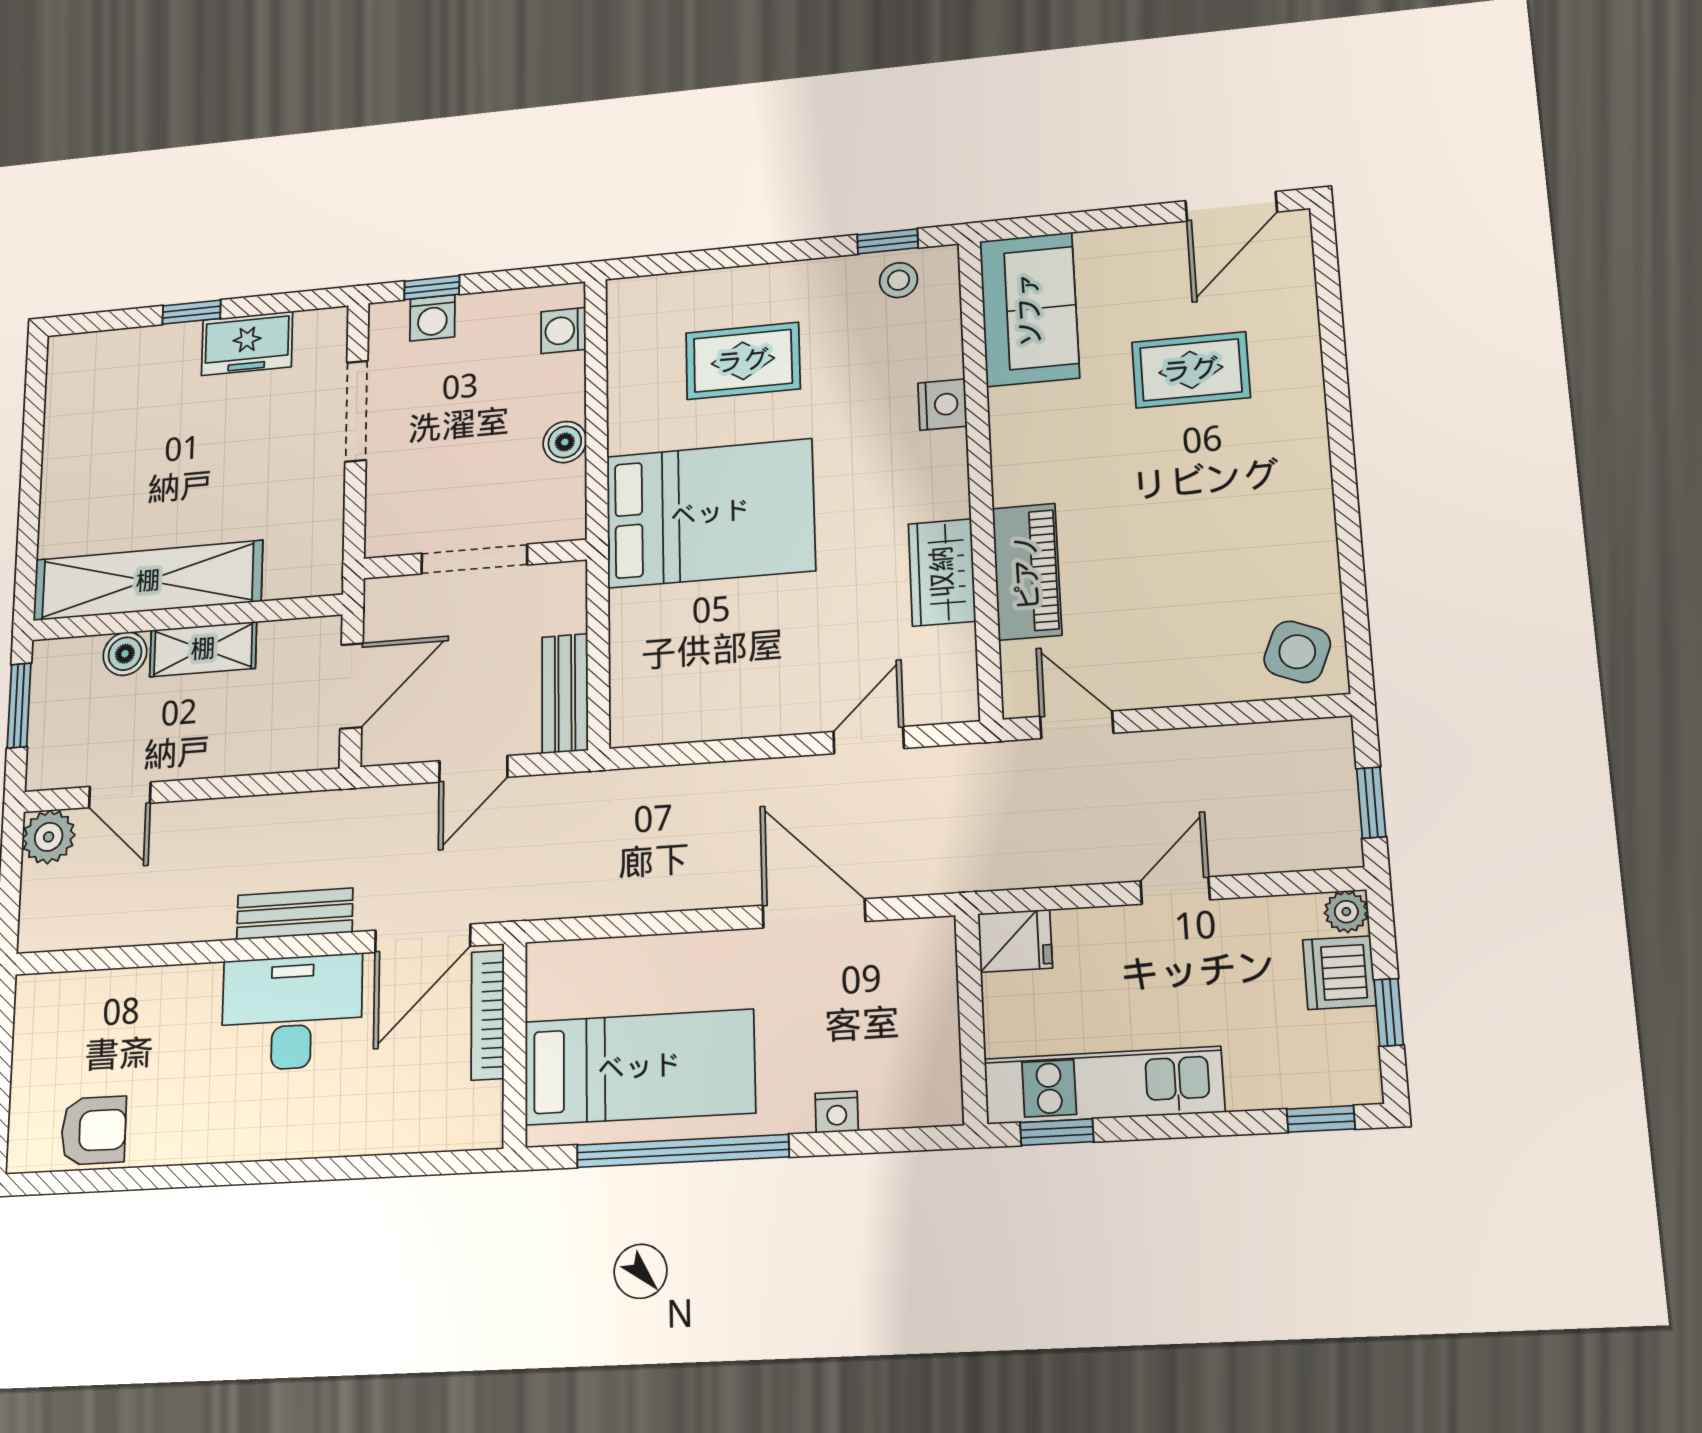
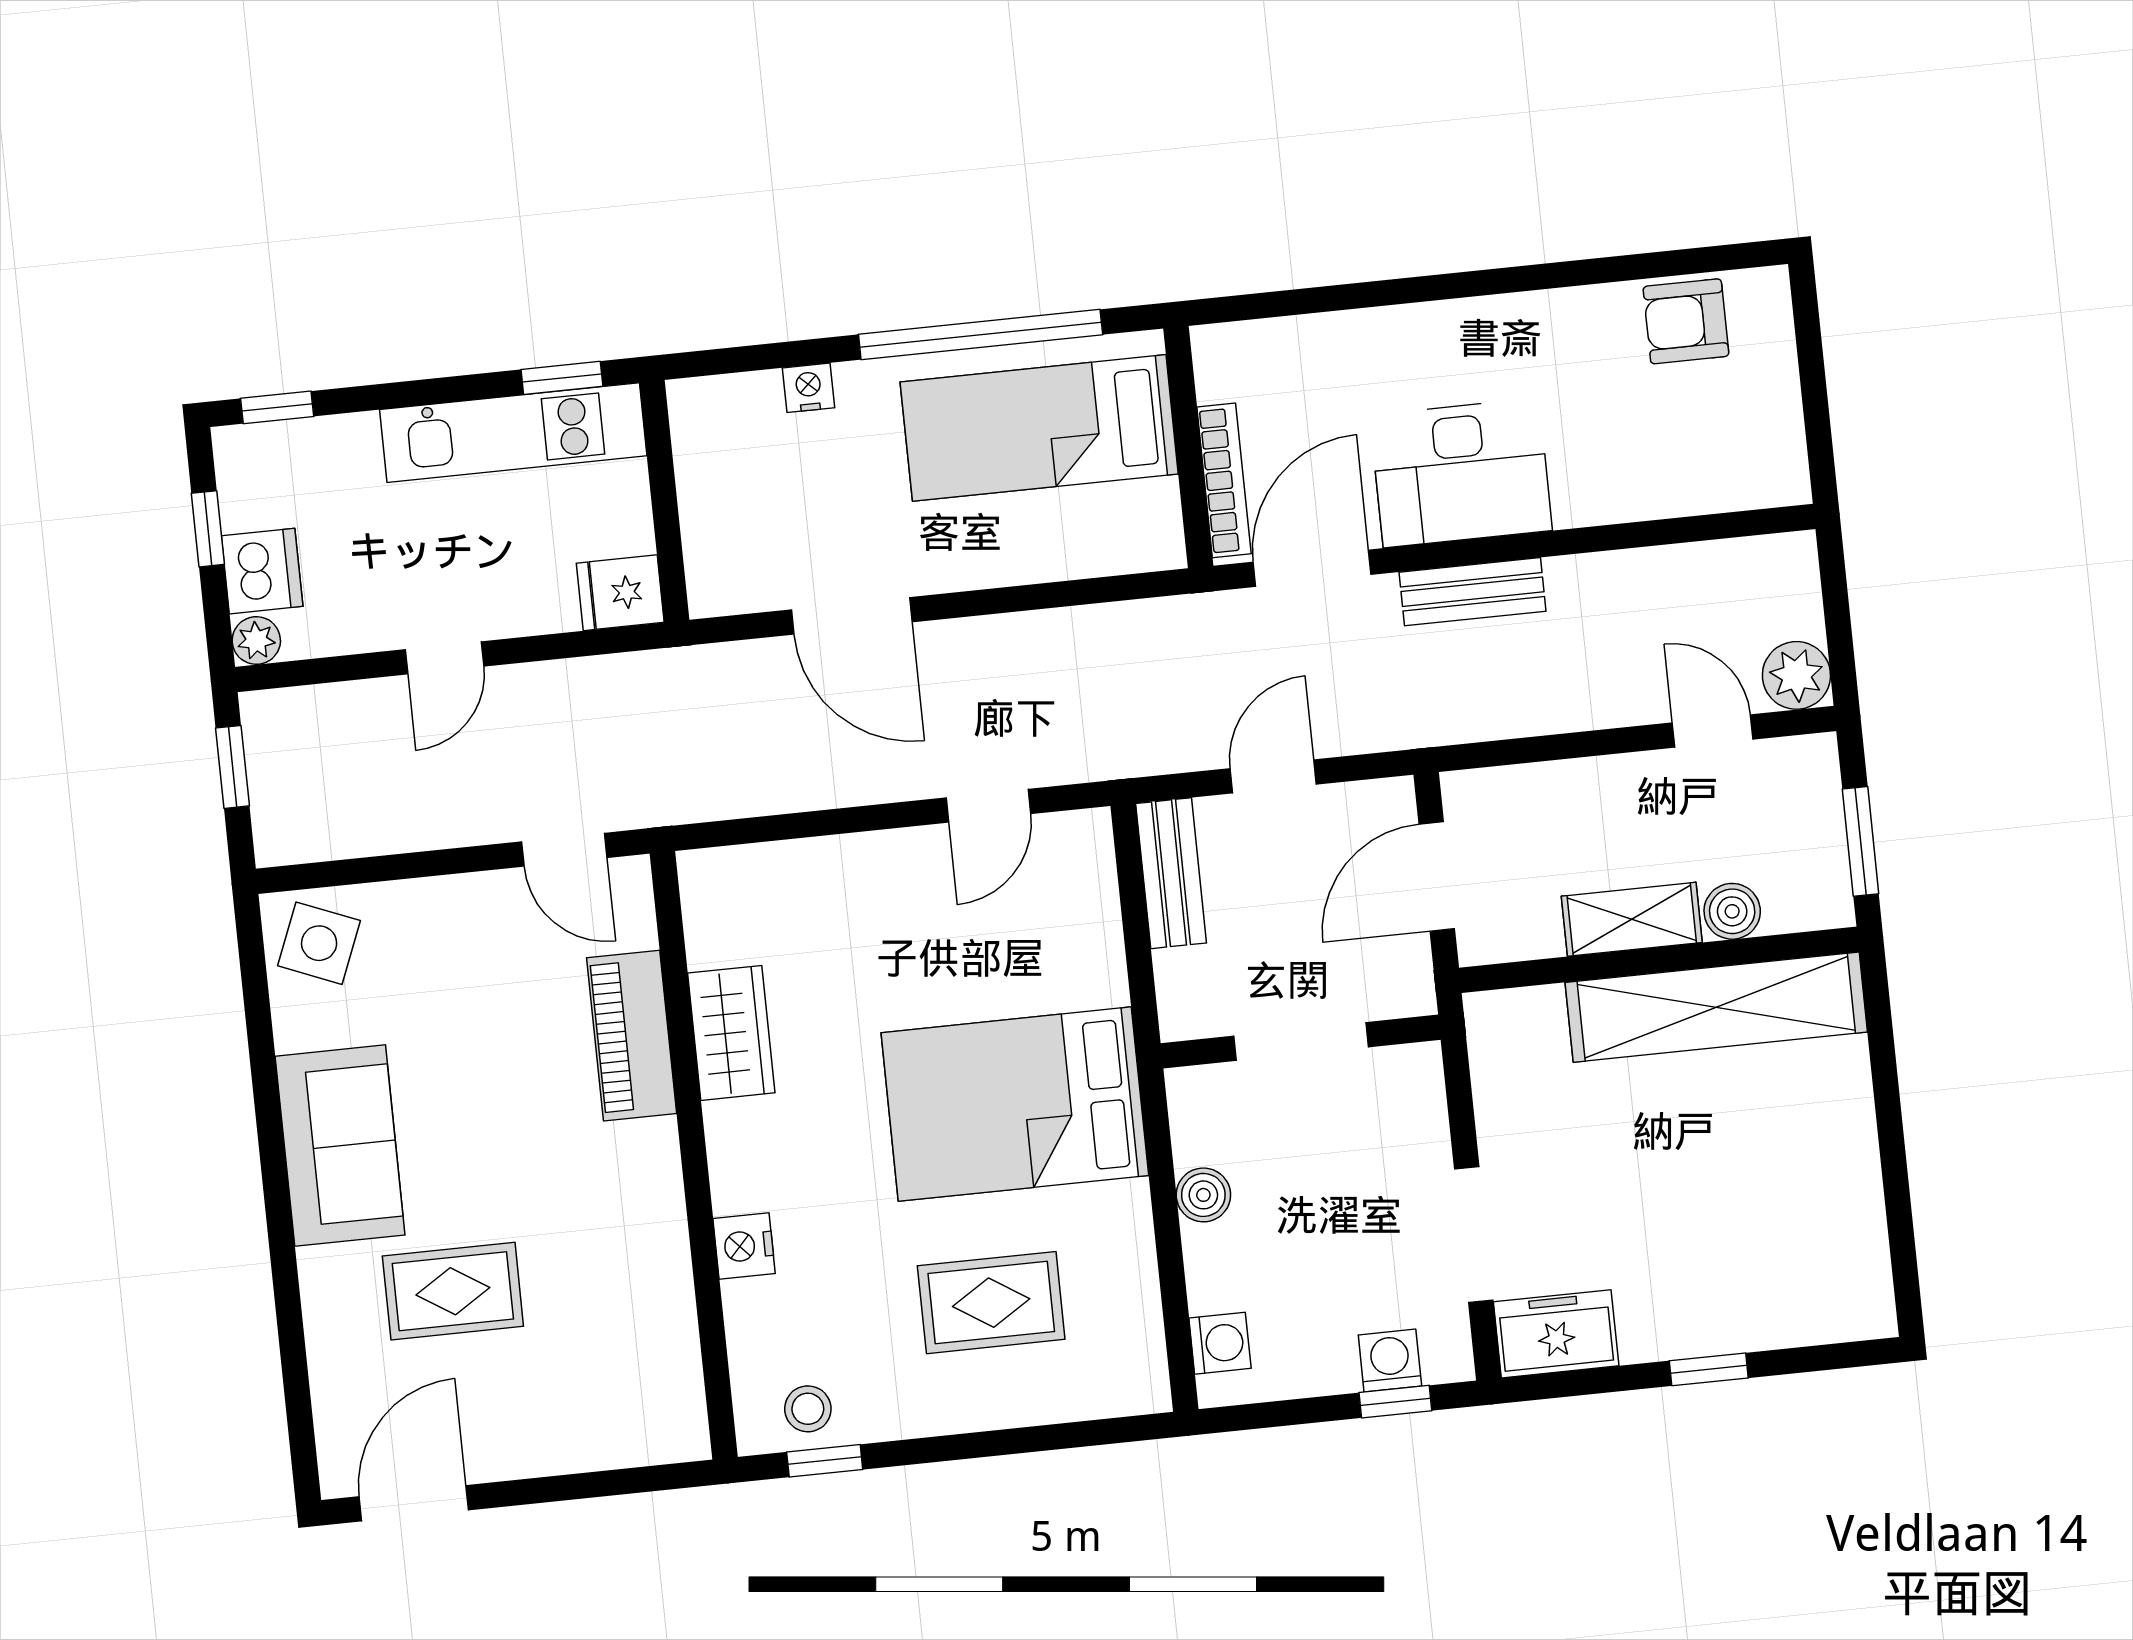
sofa: (1029, 309) -> (340, 1146), moved, turned 180
freezer: (247, 343) -> (1556, 1334), moved
door: (869, 740) -> (988, 806), moved

